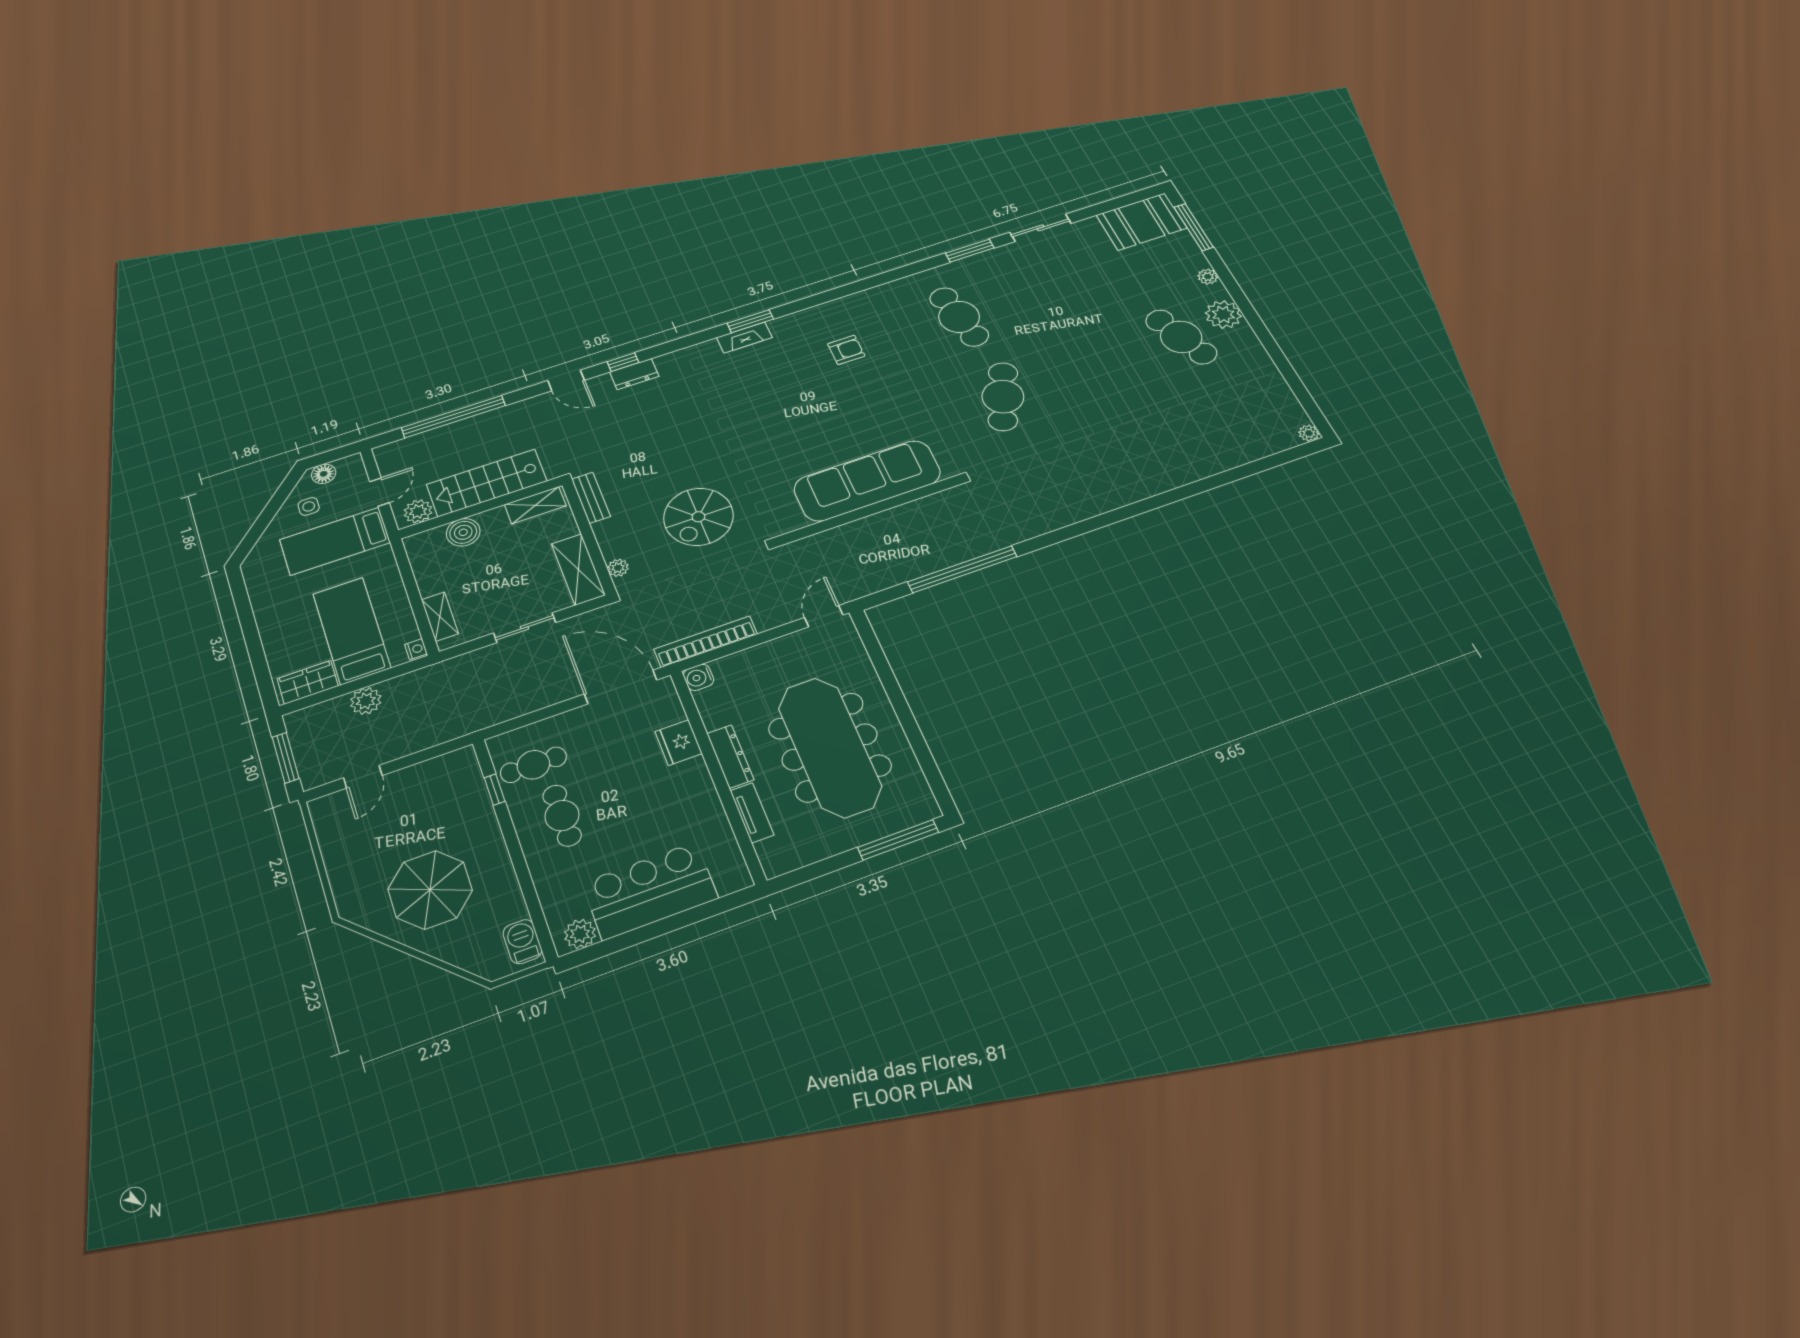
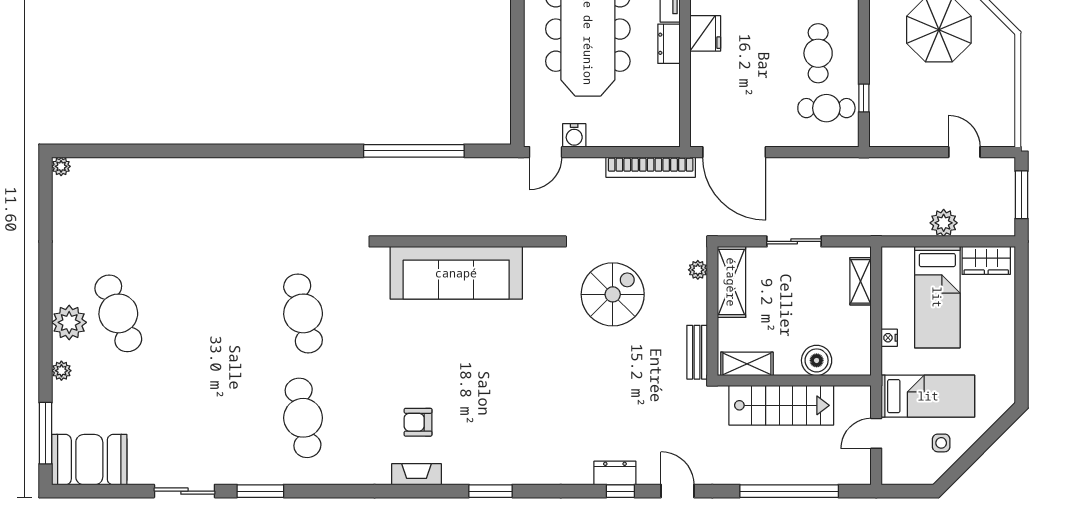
fireplace: (744, 338) -> (417, 474), moved
cafe table: (1003, 397) -> (303, 313), turned -36
floor lamp: (324, 474) -> (919, 474), removed
plant: (418, 511) -> (849, 399), removed
nightstand: (416, 649) -> (889, 338), moved
water cooler: (699, 677) -> (574, 135), moved, turned 90
fridge: (679, 743) -> (705, 33), moved
dresser: (730, 756) -> (669, 44), width x0.70
door: (363, 777) -> (964, 152), hinge flipped

